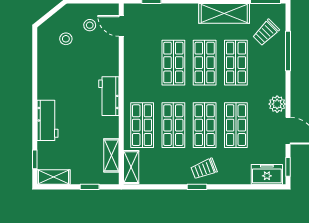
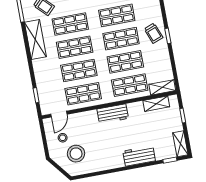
stool: (66, 39) -> (76, 154), width x1.89, depth x1.89
shop shelf: (142, 63) -> (83, 94), added

